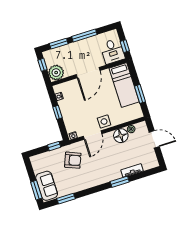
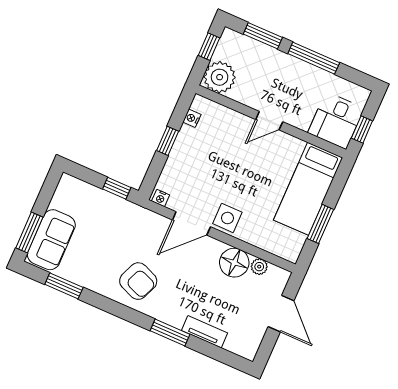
door: (88, 73) -> (269, 121), width x0.53
armchair: (73, 160) -> (138, 281), moved

